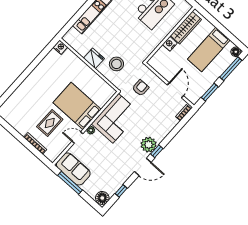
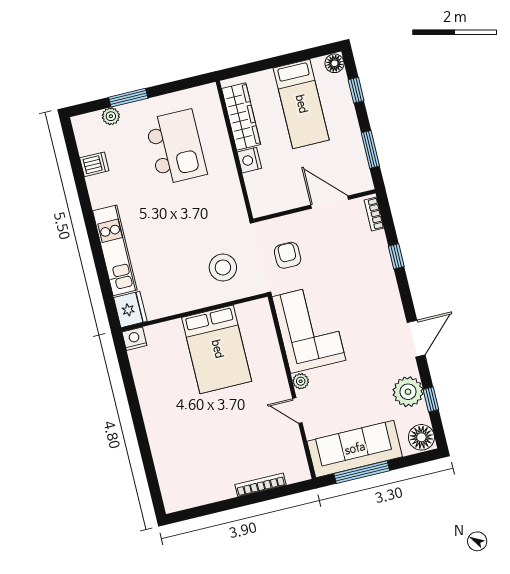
fridge: (94, 58) -> (130, 309), moved, turned 90
window: (231, 69) -> (356, 90), width x0.46
bed: (77, 106) -> (217, 349), moved, turned -90
rug: (50, 123) -> (244, 439), removed
door: (77, 137) -> (297, 411), hinge flipped
plant: (149, 145) -> (408, 392), moved
window: (157, 151) -> (396, 256), moved
sofa: (73, 169) -> (355, 449), width x1.36

